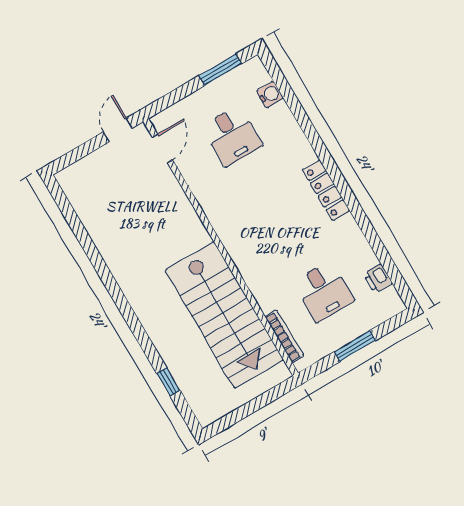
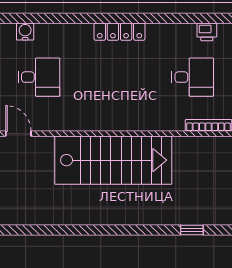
stairs: (224, 315) -> (113, 160), moved

